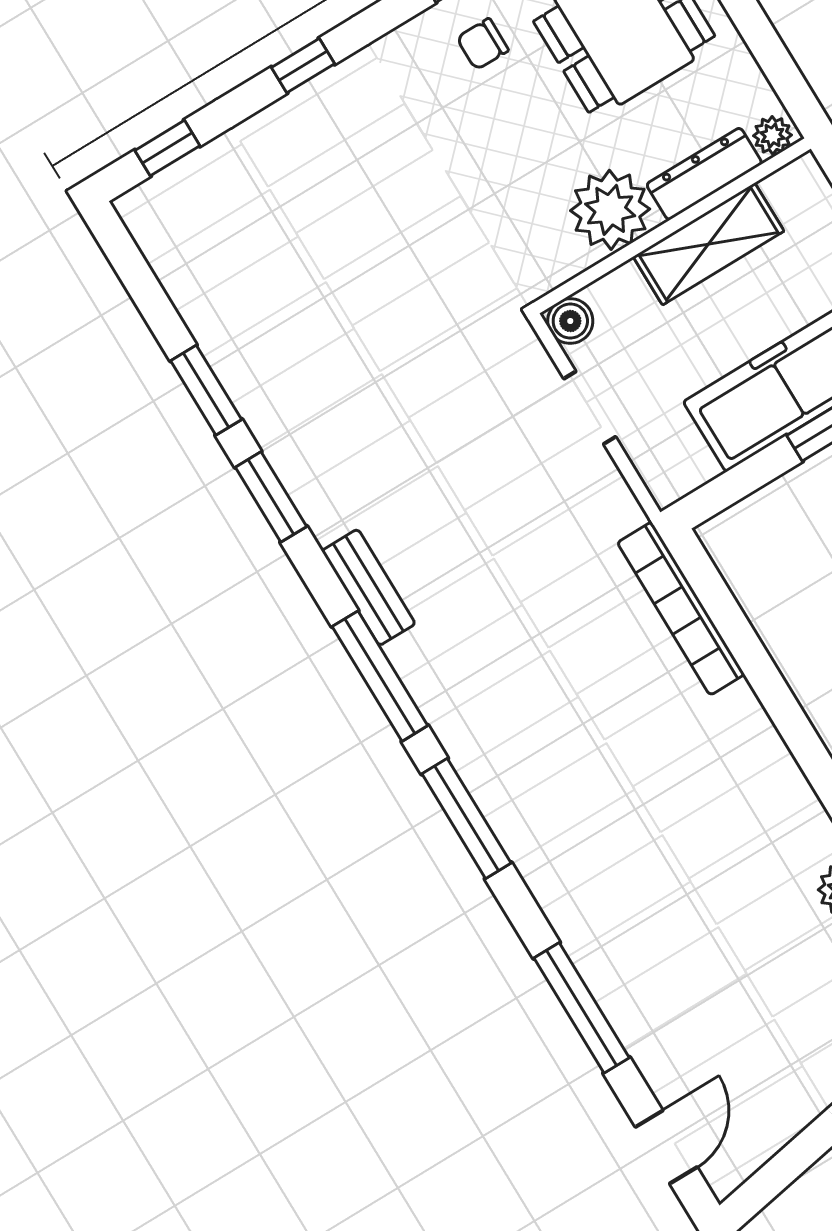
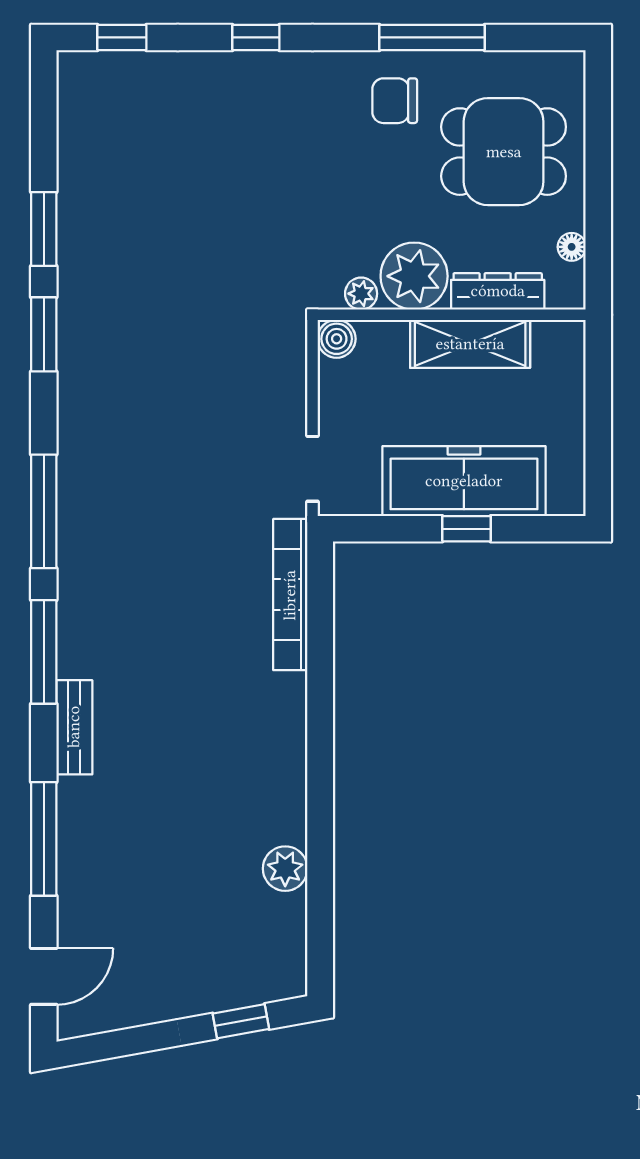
chair: (483, 44) -> (395, 101), width x1.37, depth x1.37
floor lamp: (752, 83) -> (572, 247), added
plant: (773, 135) -> (361, 294), moved
doorway: (590, 408) -> (313, 469), moved
bench: (368, 587) -> (74, 727), moved

